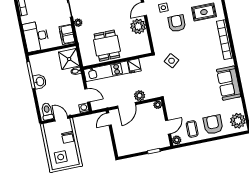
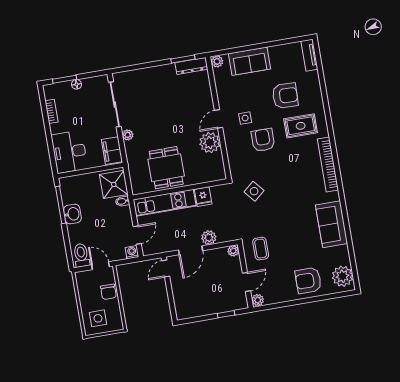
door: (87, 95) -> (137, 235), hinge flipped
armchair: (213, 125) -> (308, 280), turned -90
coffee table: (192, 129) -> (261, 249), moved

